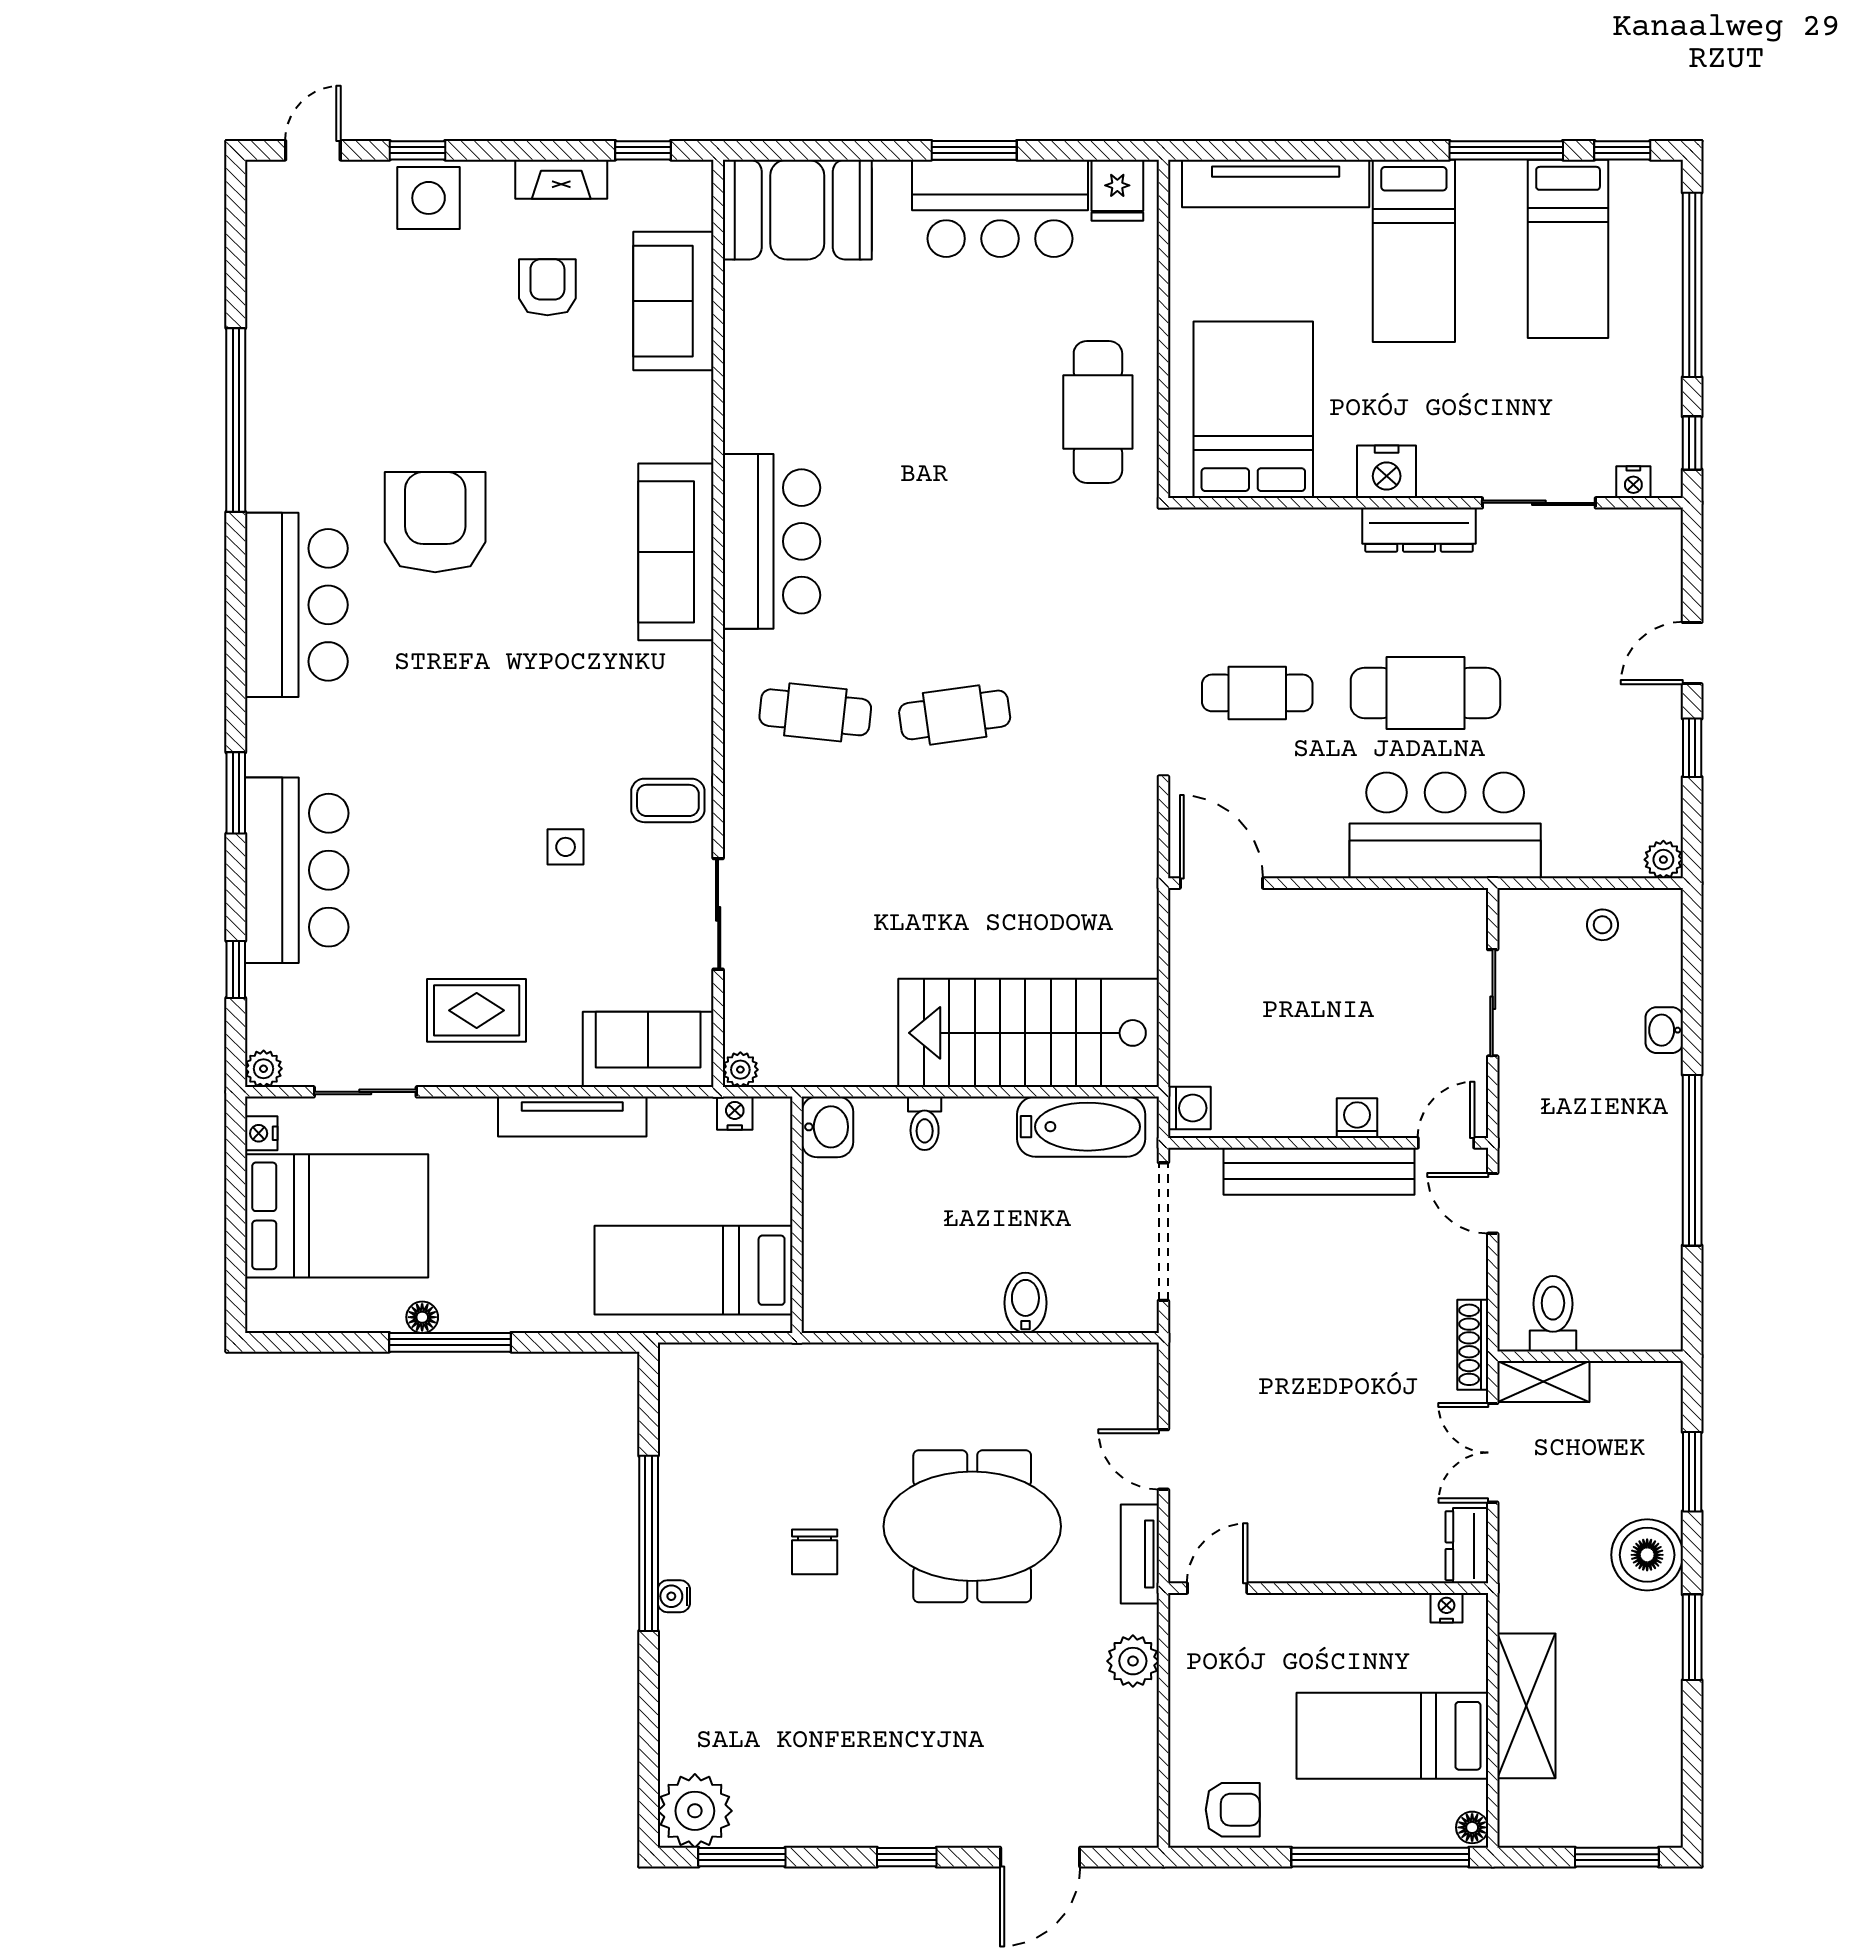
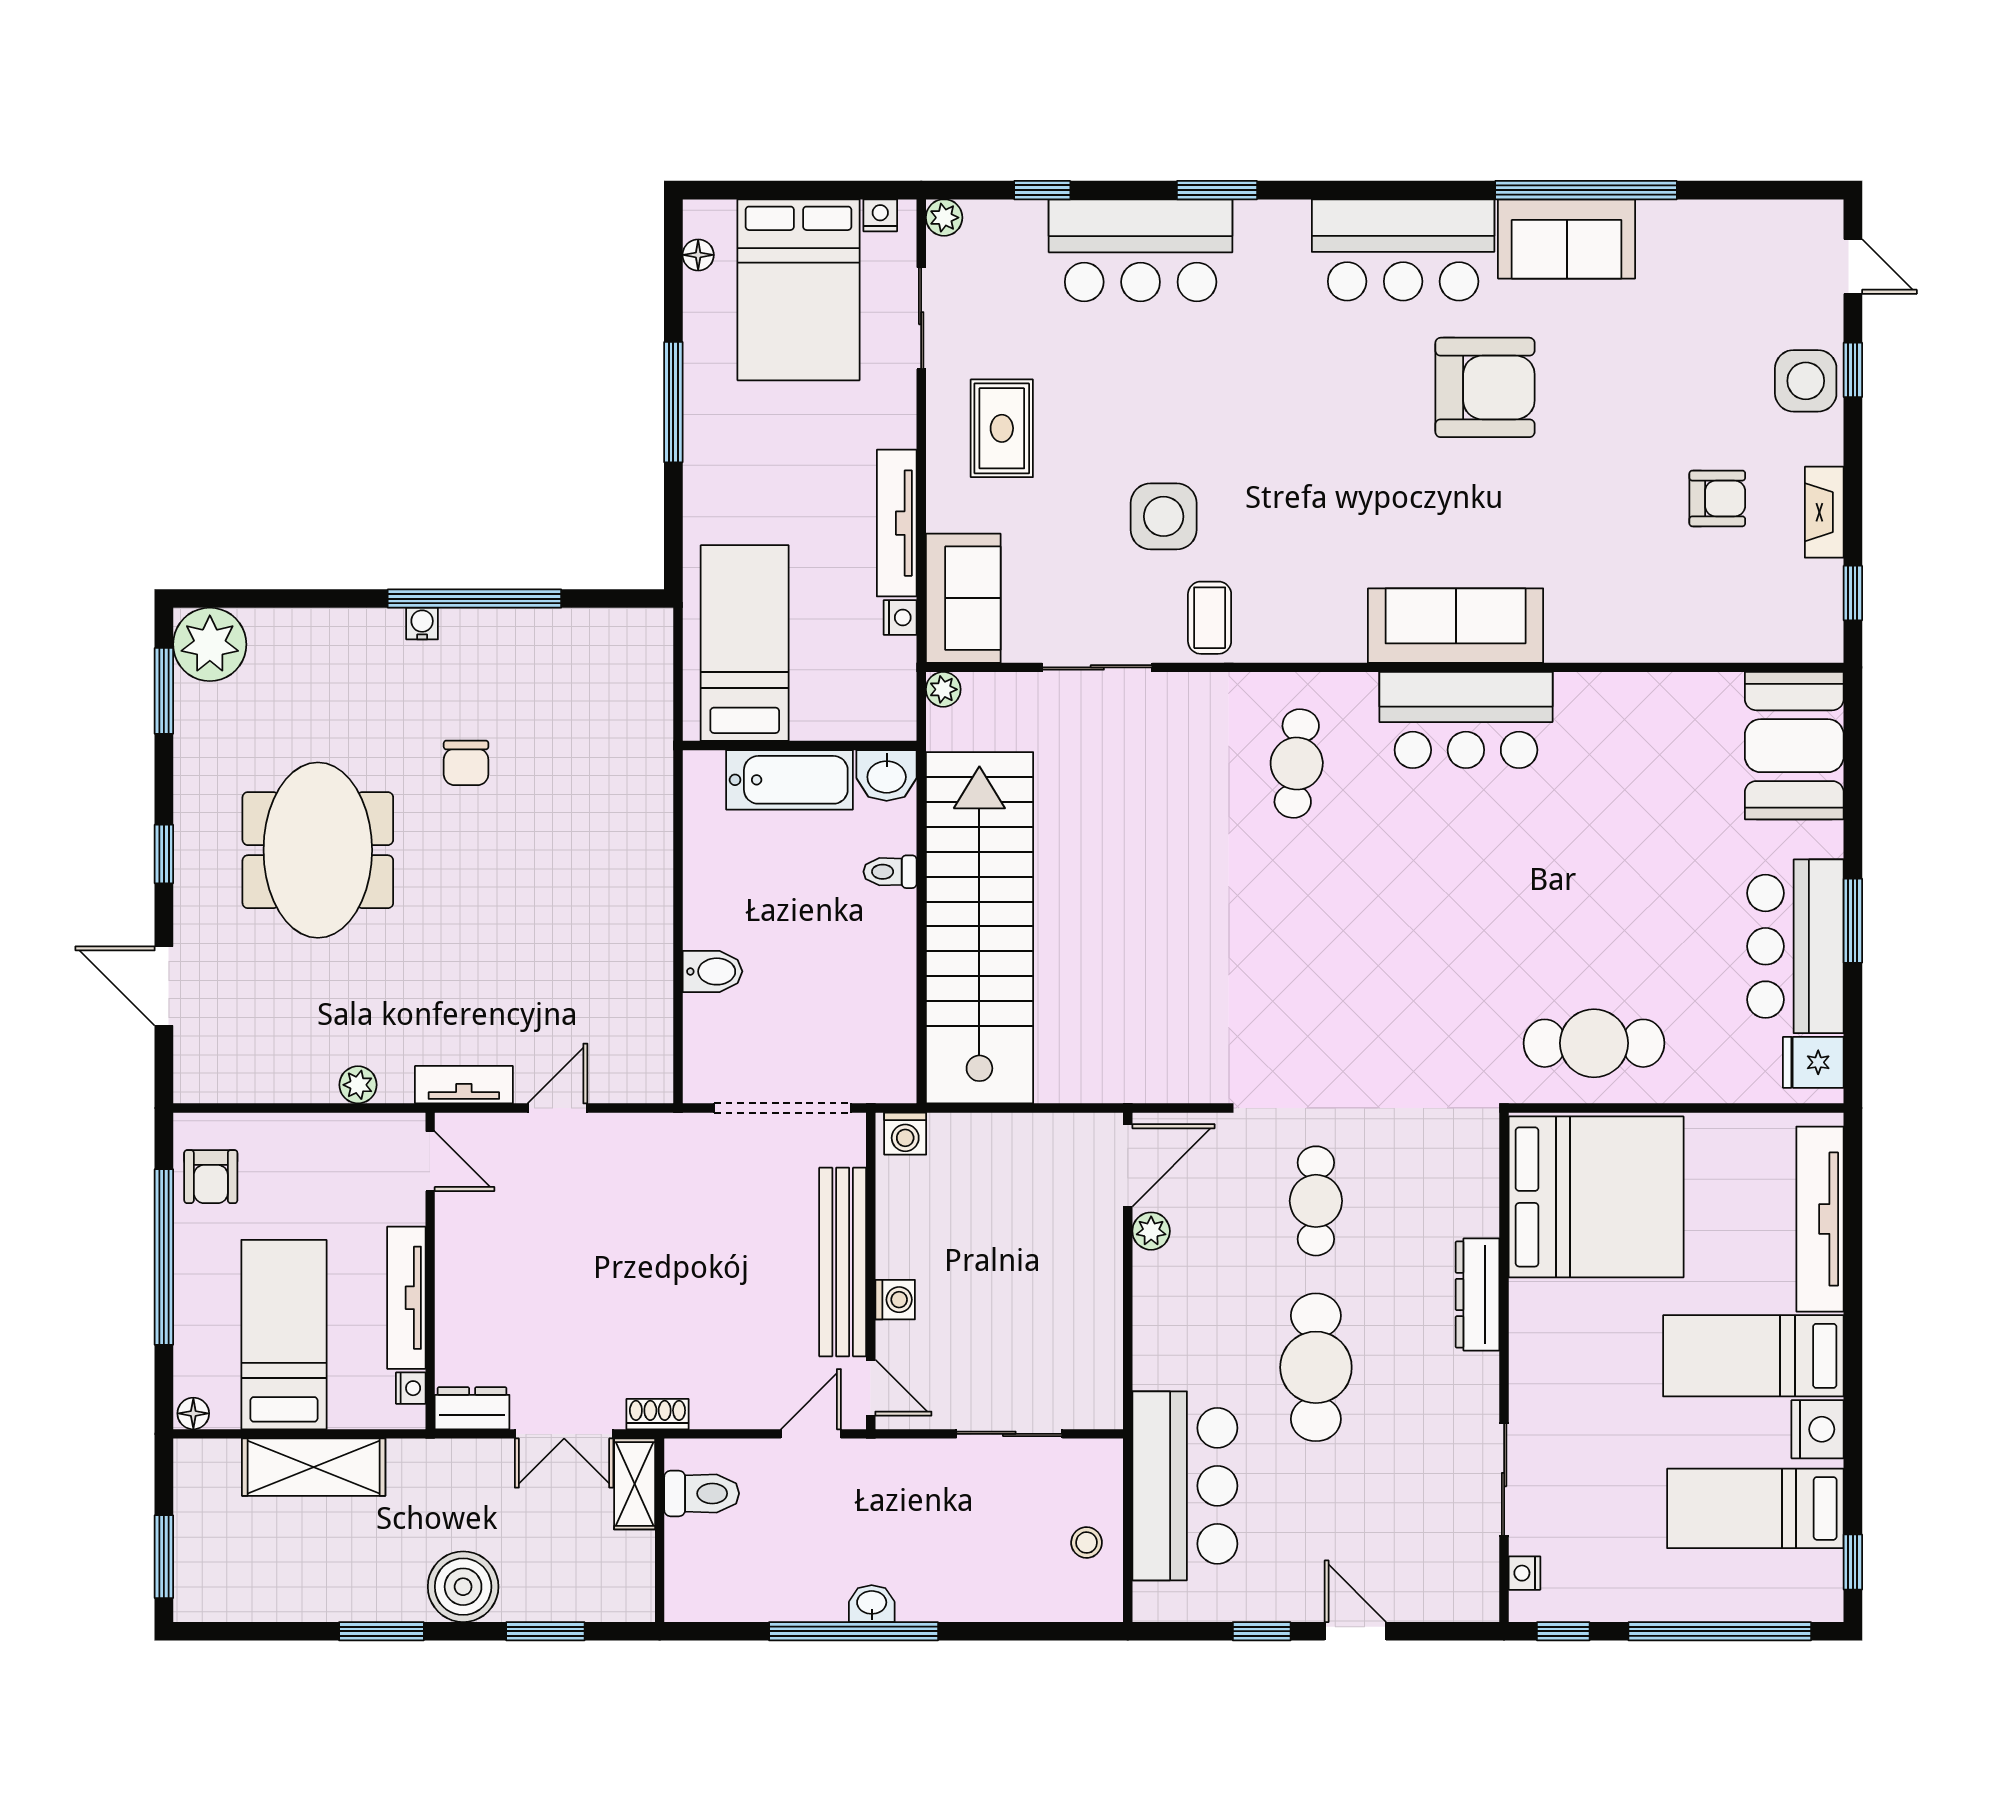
window: (1506, 150) -> (1853, 1447), removed
sofa: (673, 301) -> (1567, 239), moved, turned 180
bed: (1253, 410) -> (1596, 1197), width x1.36
nightstand: (1387, 472) -> (1818, 1429), moved, turned 180
dresser: (1419, 530) -> (1478, 1295), moved
cafe table: (955, 715) -> (1294, 901), removed
bar counter: (1445, 825) -> (1185, 1486), moved
side table: (566, 847) -> (1164, 516), width x1.87, depth x1.87
plant: (1663, 860) -> (1151, 1231), moved
washbasin: (1664, 1030) -> (872, 1604), moved
stairs: (1029, 1033) -> (979, 928), width x1.36
nightstand: (735, 1113) -> (900, 618), moved
bathtub: (1081, 1127) -> (789, 780), moved, turned -90
floor lamp: (422, 1317) -> (698, 255), moved
shoe rack: (1473, 1345) -> (657, 1414), width x0.70
double door: (1493, 1453) -> (564, 1434), swing flipped
meeting table: (972, 1526) -> (318, 850), moved
chair: (815, 1552) -> (466, 763), turned -90
tv unit: (1355, 1612) -> (406, 1298), added
plant: (1133, 1661) -> (358, 1085), width x0.73, depth x0.73
window: (1380, 1857) -> (164, 1257), moved

